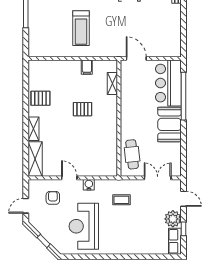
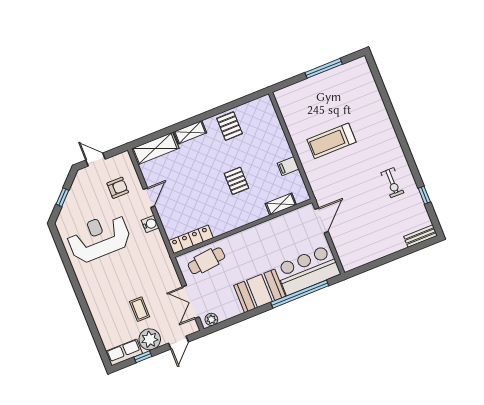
locker: (112, 160) -> (191, 239), added
plant: (176, 168) -> (211, 319), added
double door: (158, 178) -> (191, 302), swing flipped
coffee table: (121, 200) -> (140, 309), moved

